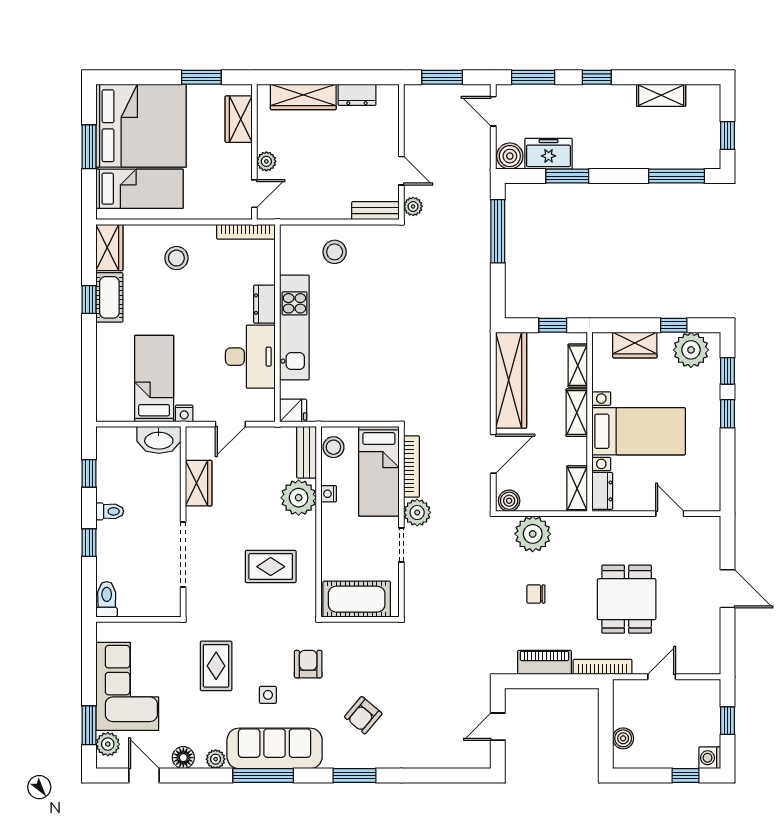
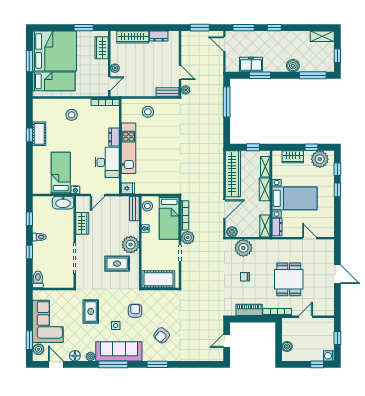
shelving: (661, 95) -> (322, 36), moved
boiler: (510, 156) -> (293, 66), moved
wardrobe: (109, 248) -> (39, 110), removed
plant: (299, 498) -> (131, 245), moved

